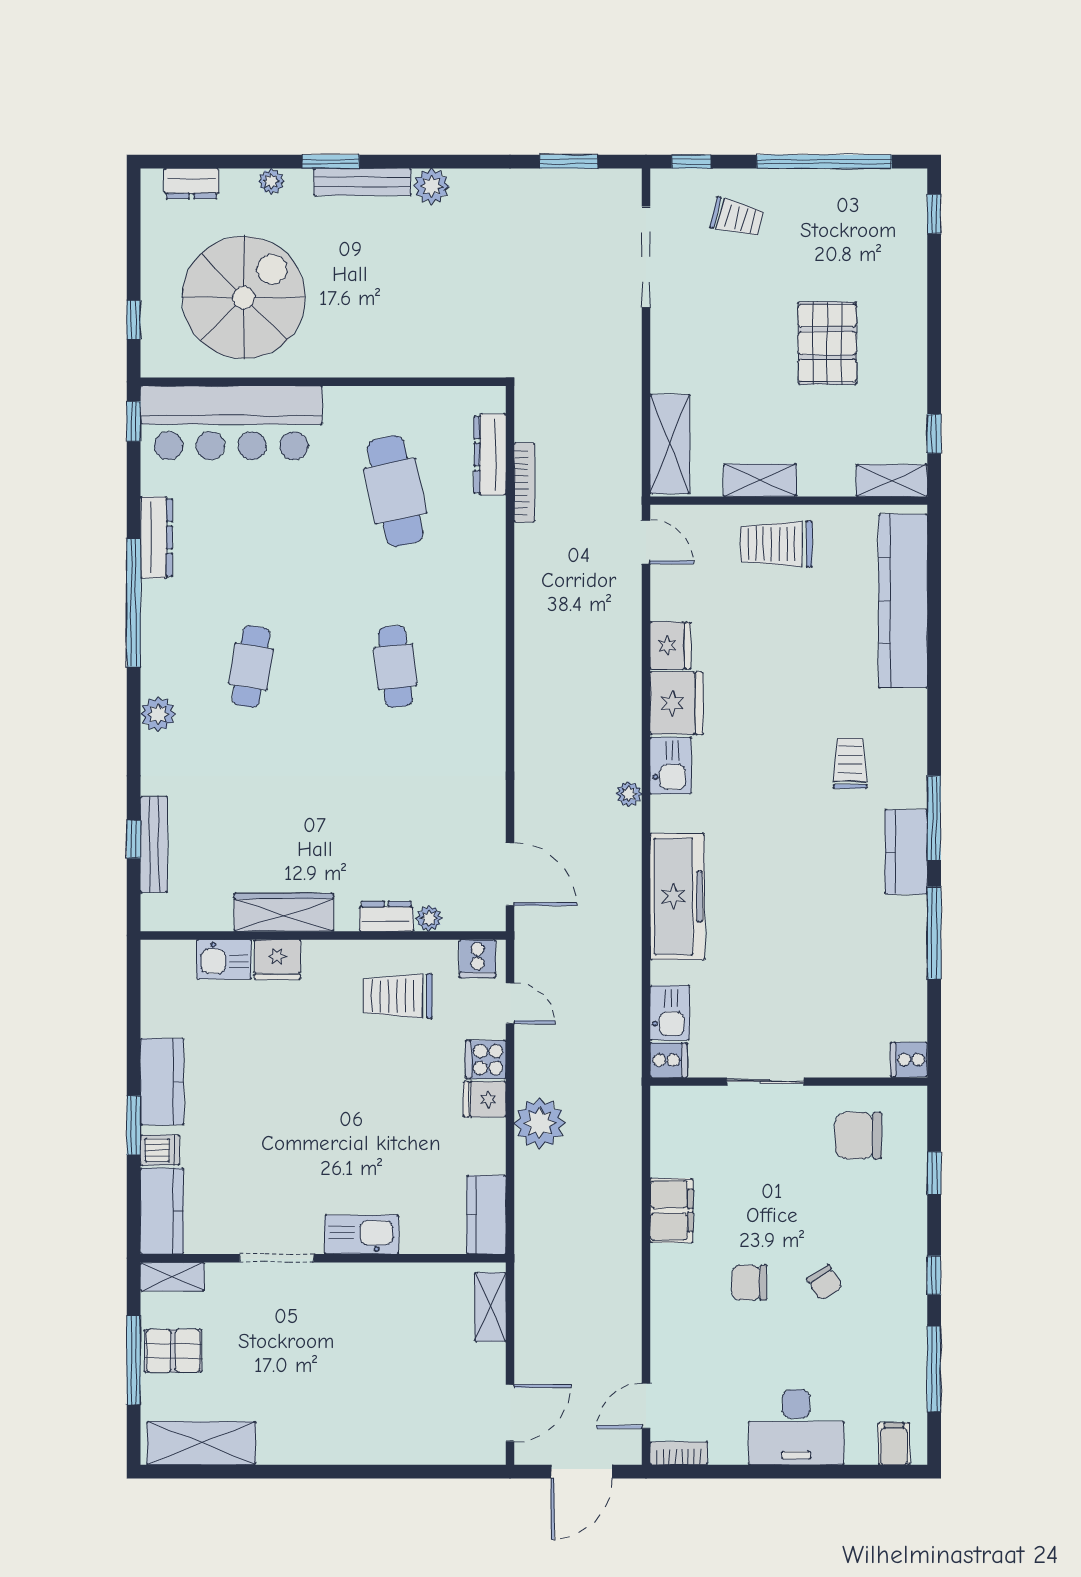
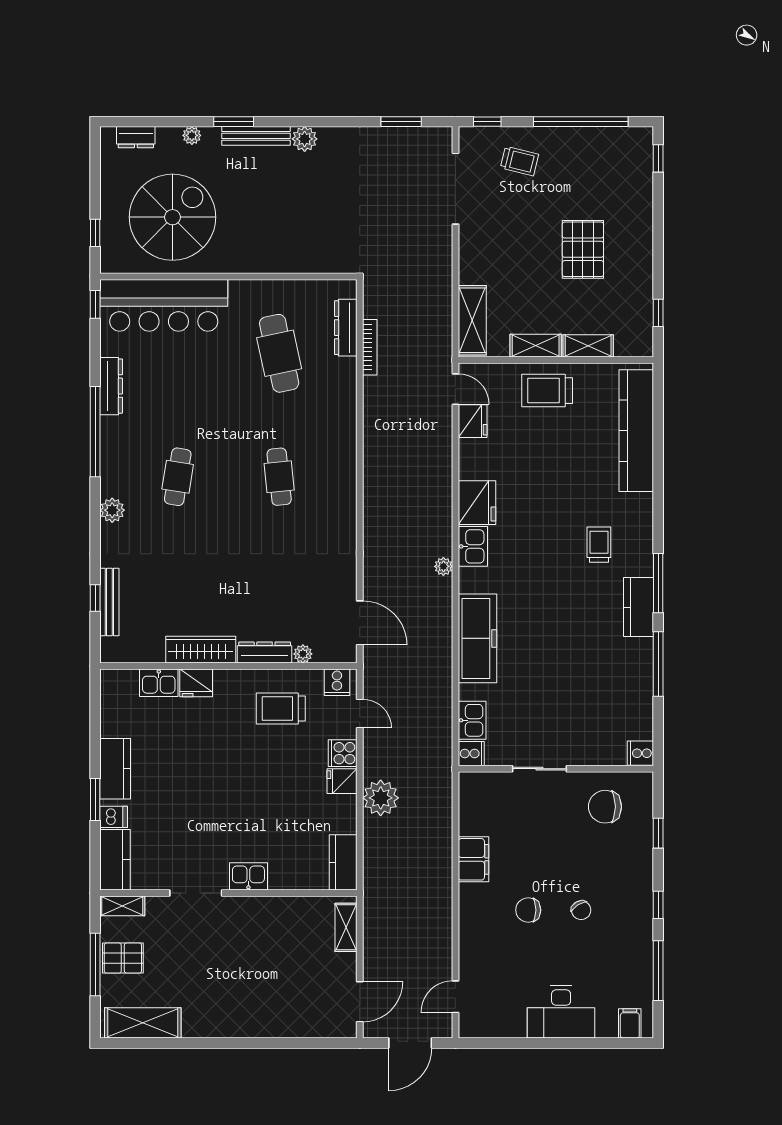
shelving: (892, 481) -> (588, 346), moved
fridge: (670, 646) -> (473, 421), moved
dresser: (386, 916) -> (265, 652), width x1.44
kitchen sink: (362, 1235) -> (248, 876), width x0.73
bookcase: (679, 1453) -> (479, 1030), removed

